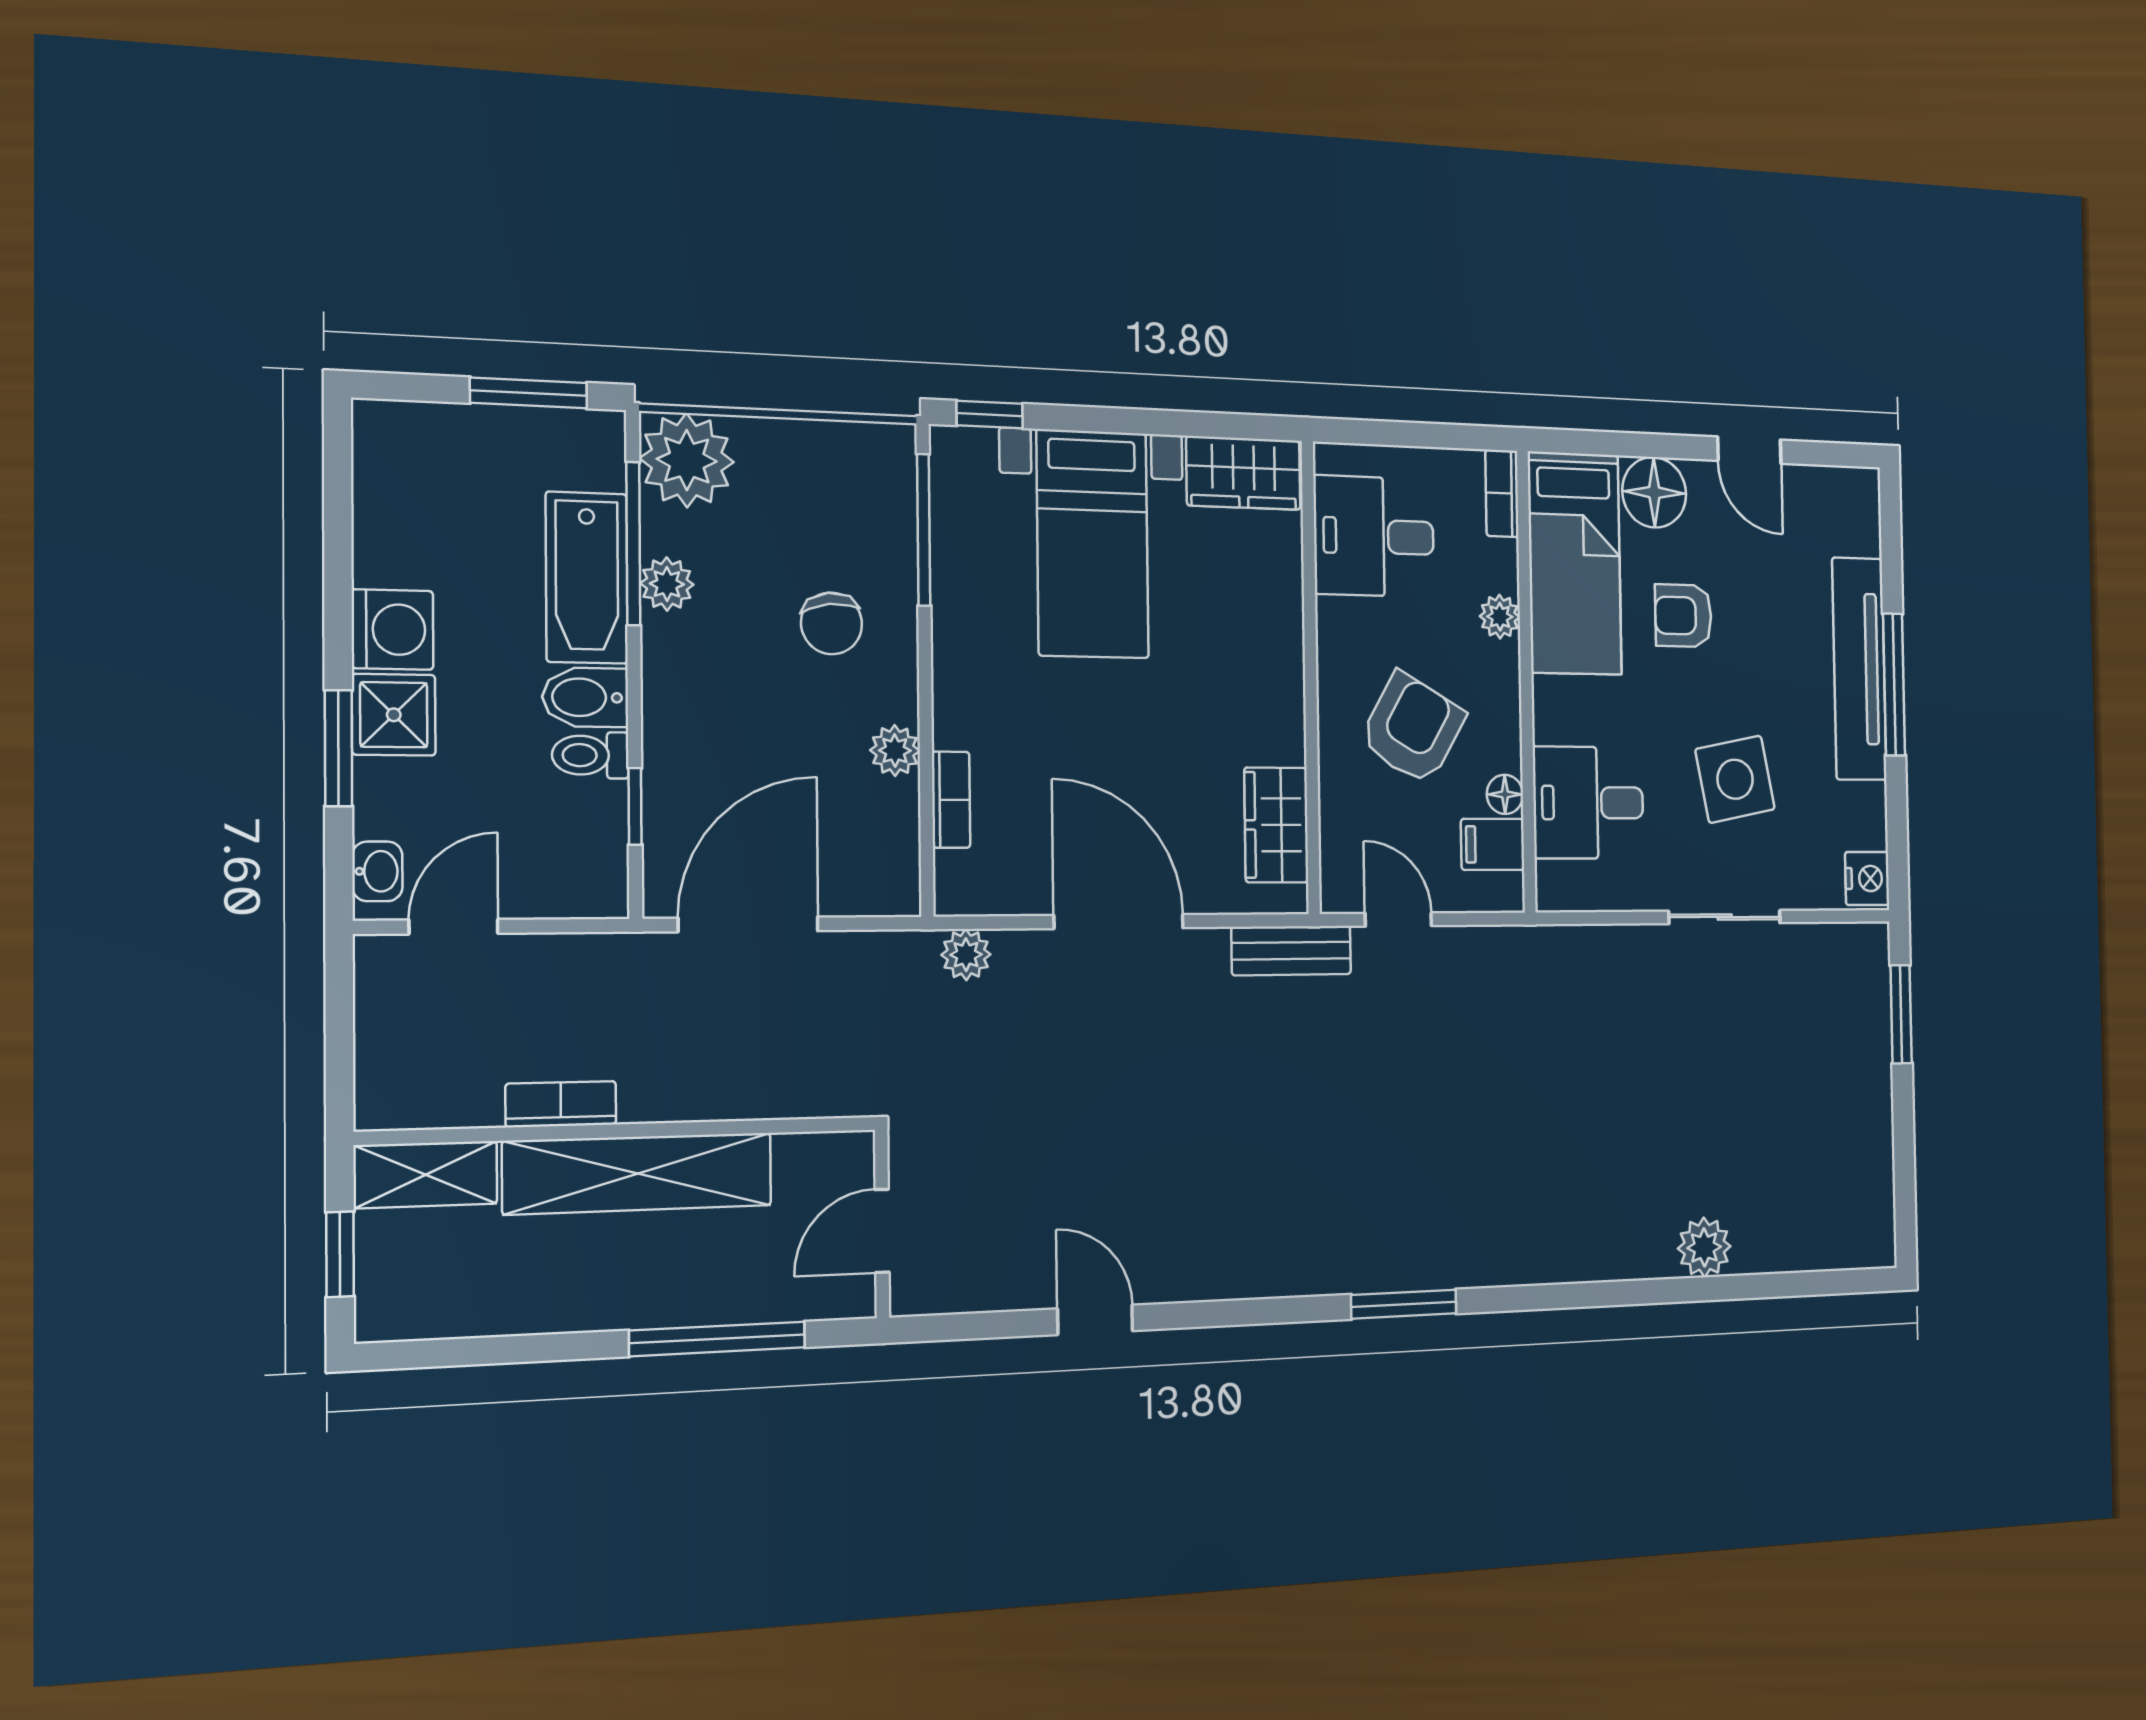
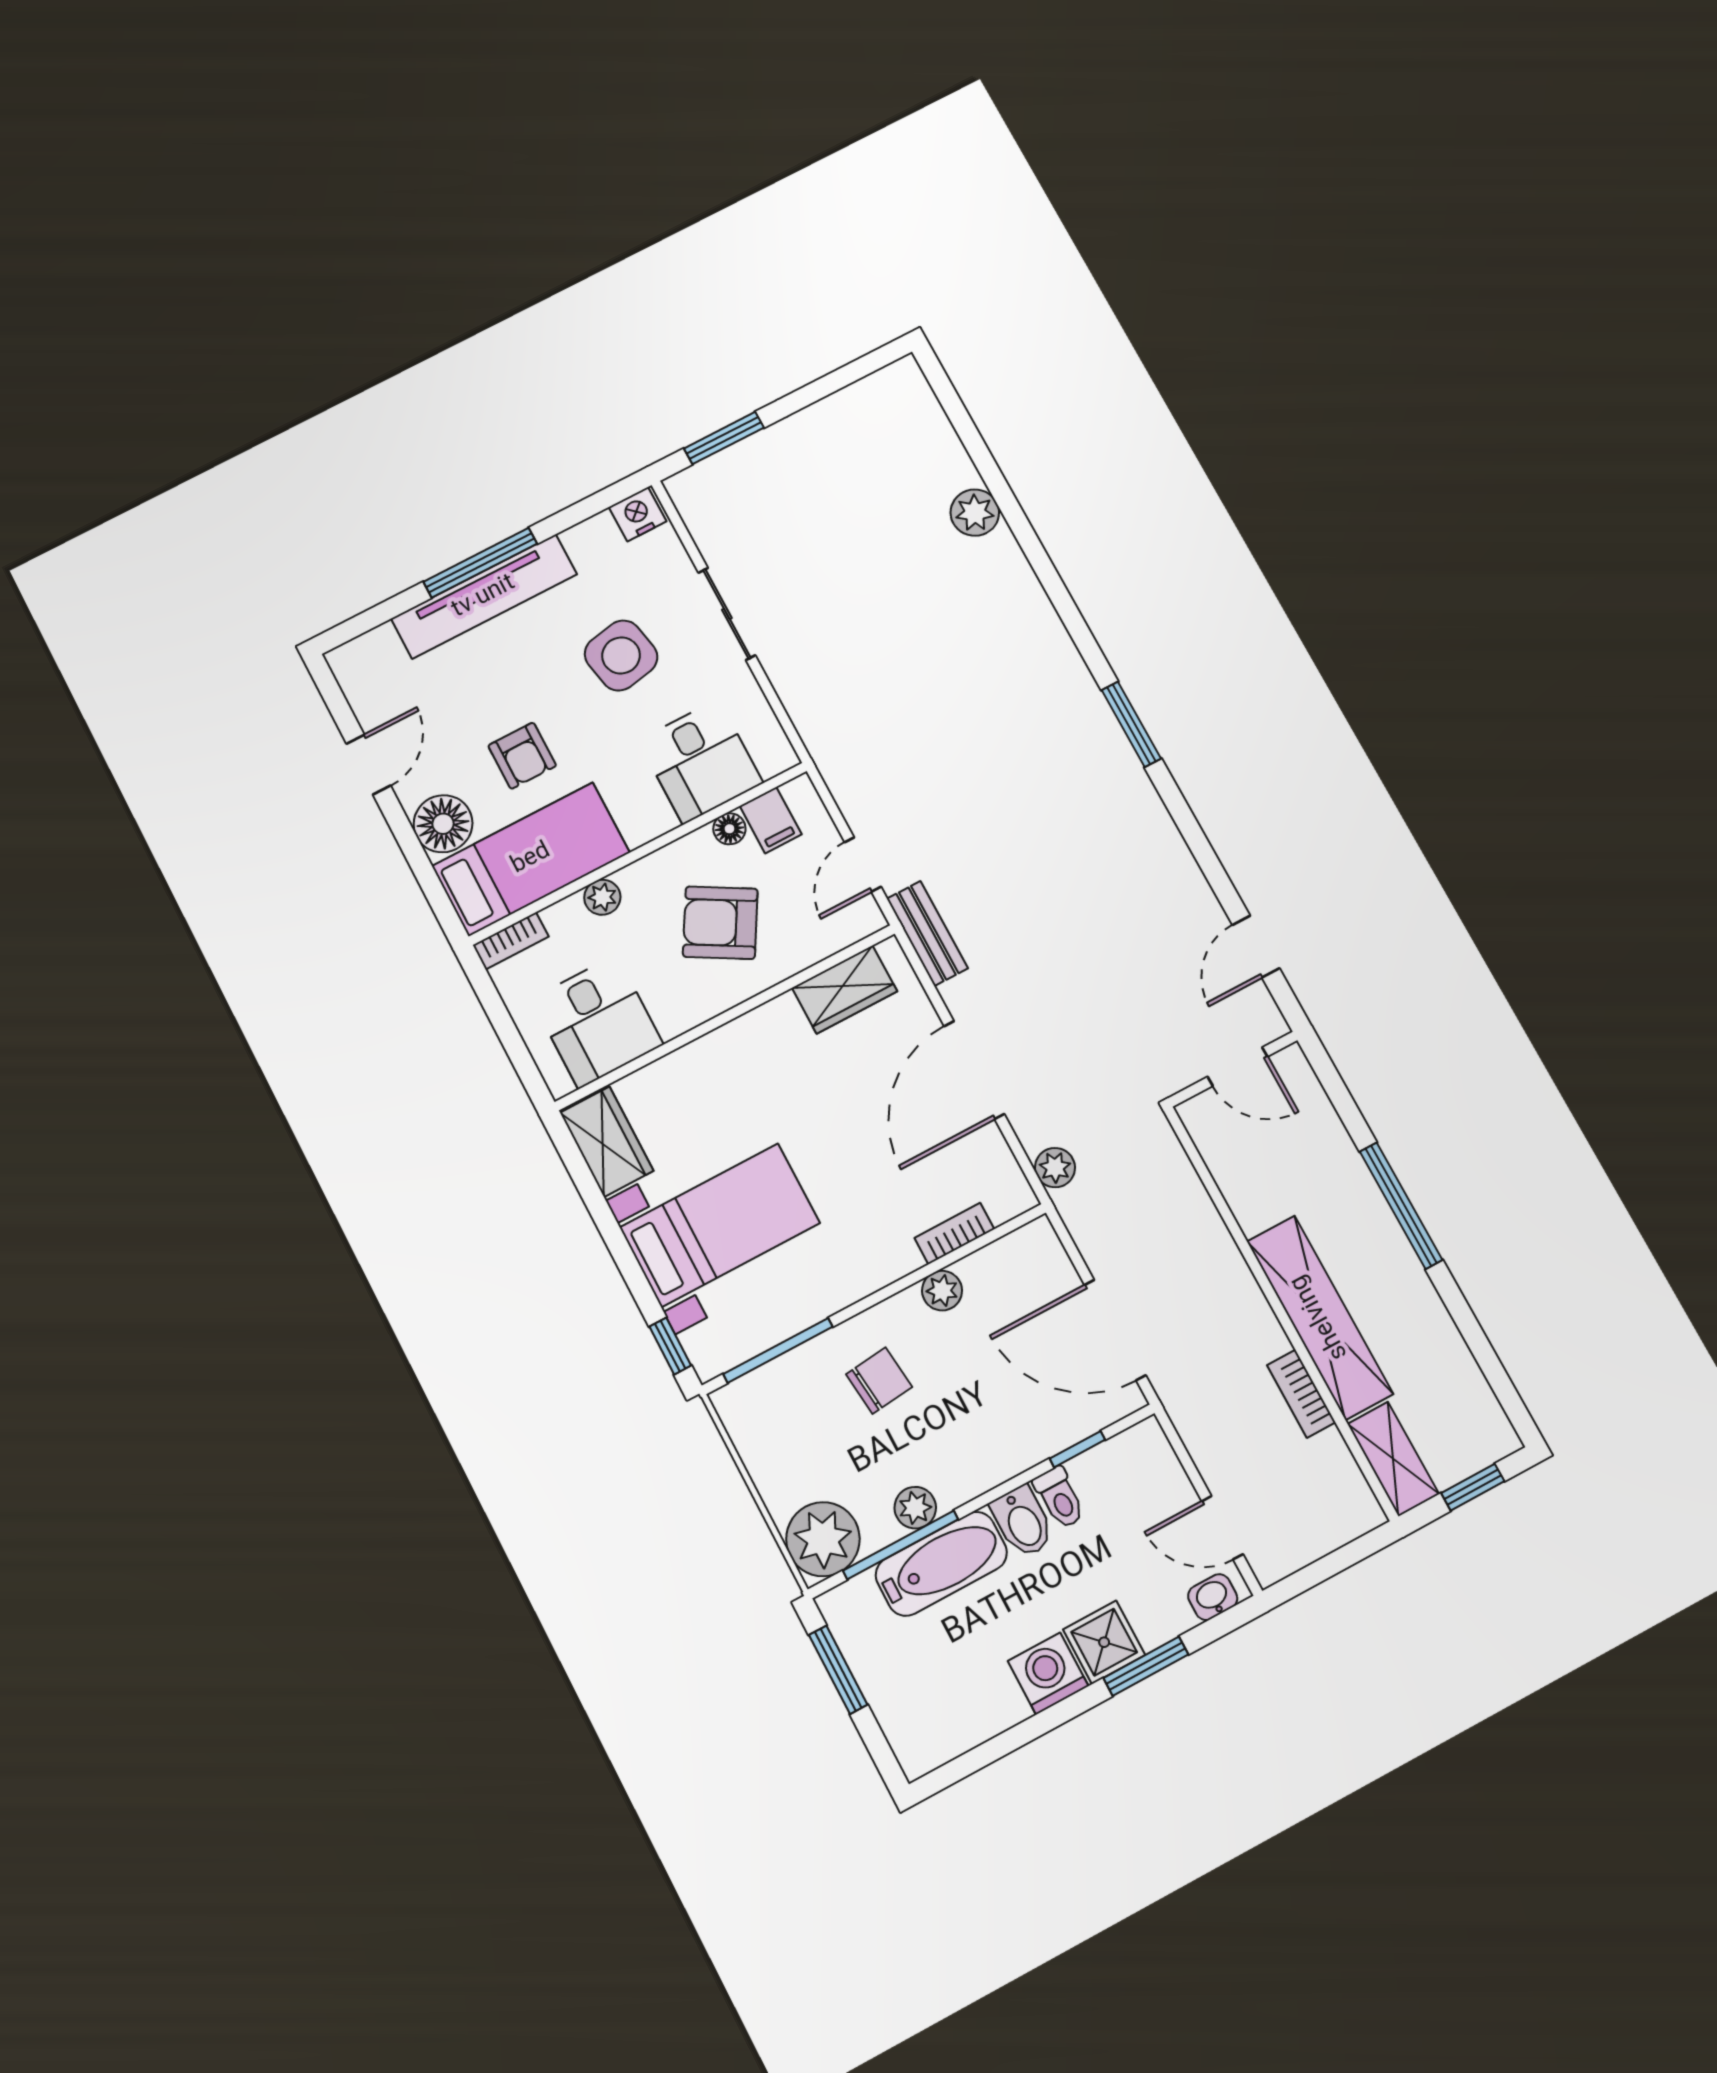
wall: (882, 1224) -> (1233, 1069), moved
door: (882, 1231) -> (1238, 1067), moved

